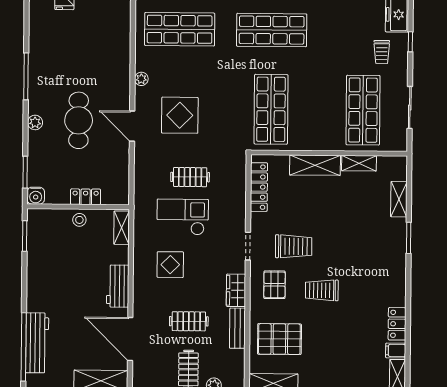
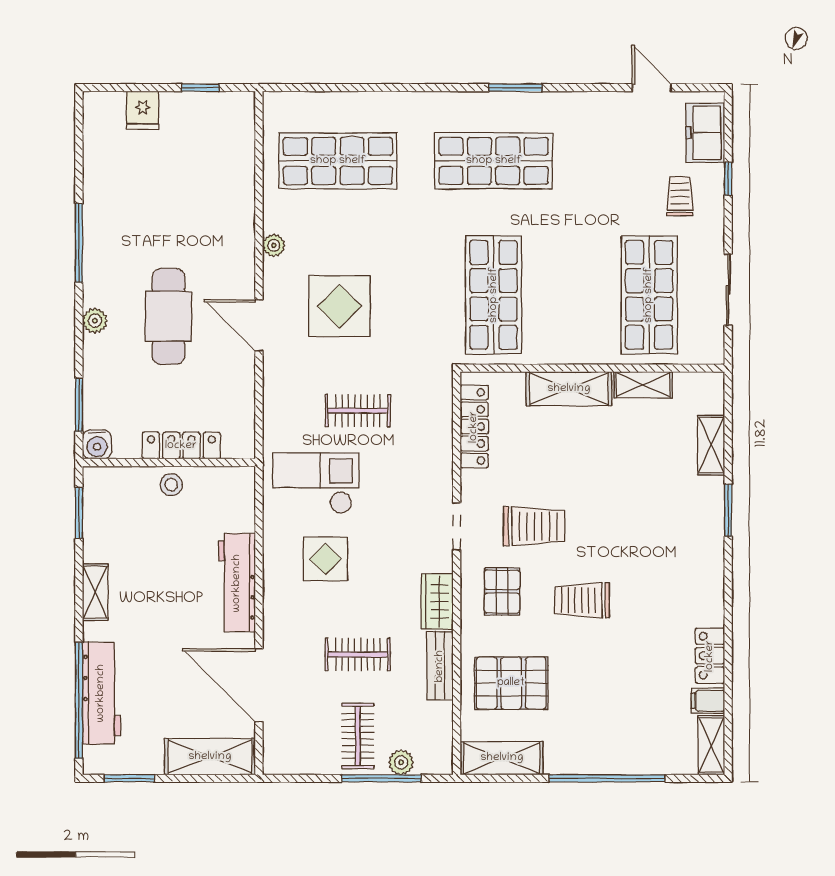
trolley: (382, 52) -> (680, 196), turned 180
locker: (86, 197) -> (181, 446), width x1.53
checkout: (183, 217) -> (316, 483), moved
shelving: (122, 228) -> (95, 592), moved
workbench: (118, 286) -> (237, 583), width x1.38

